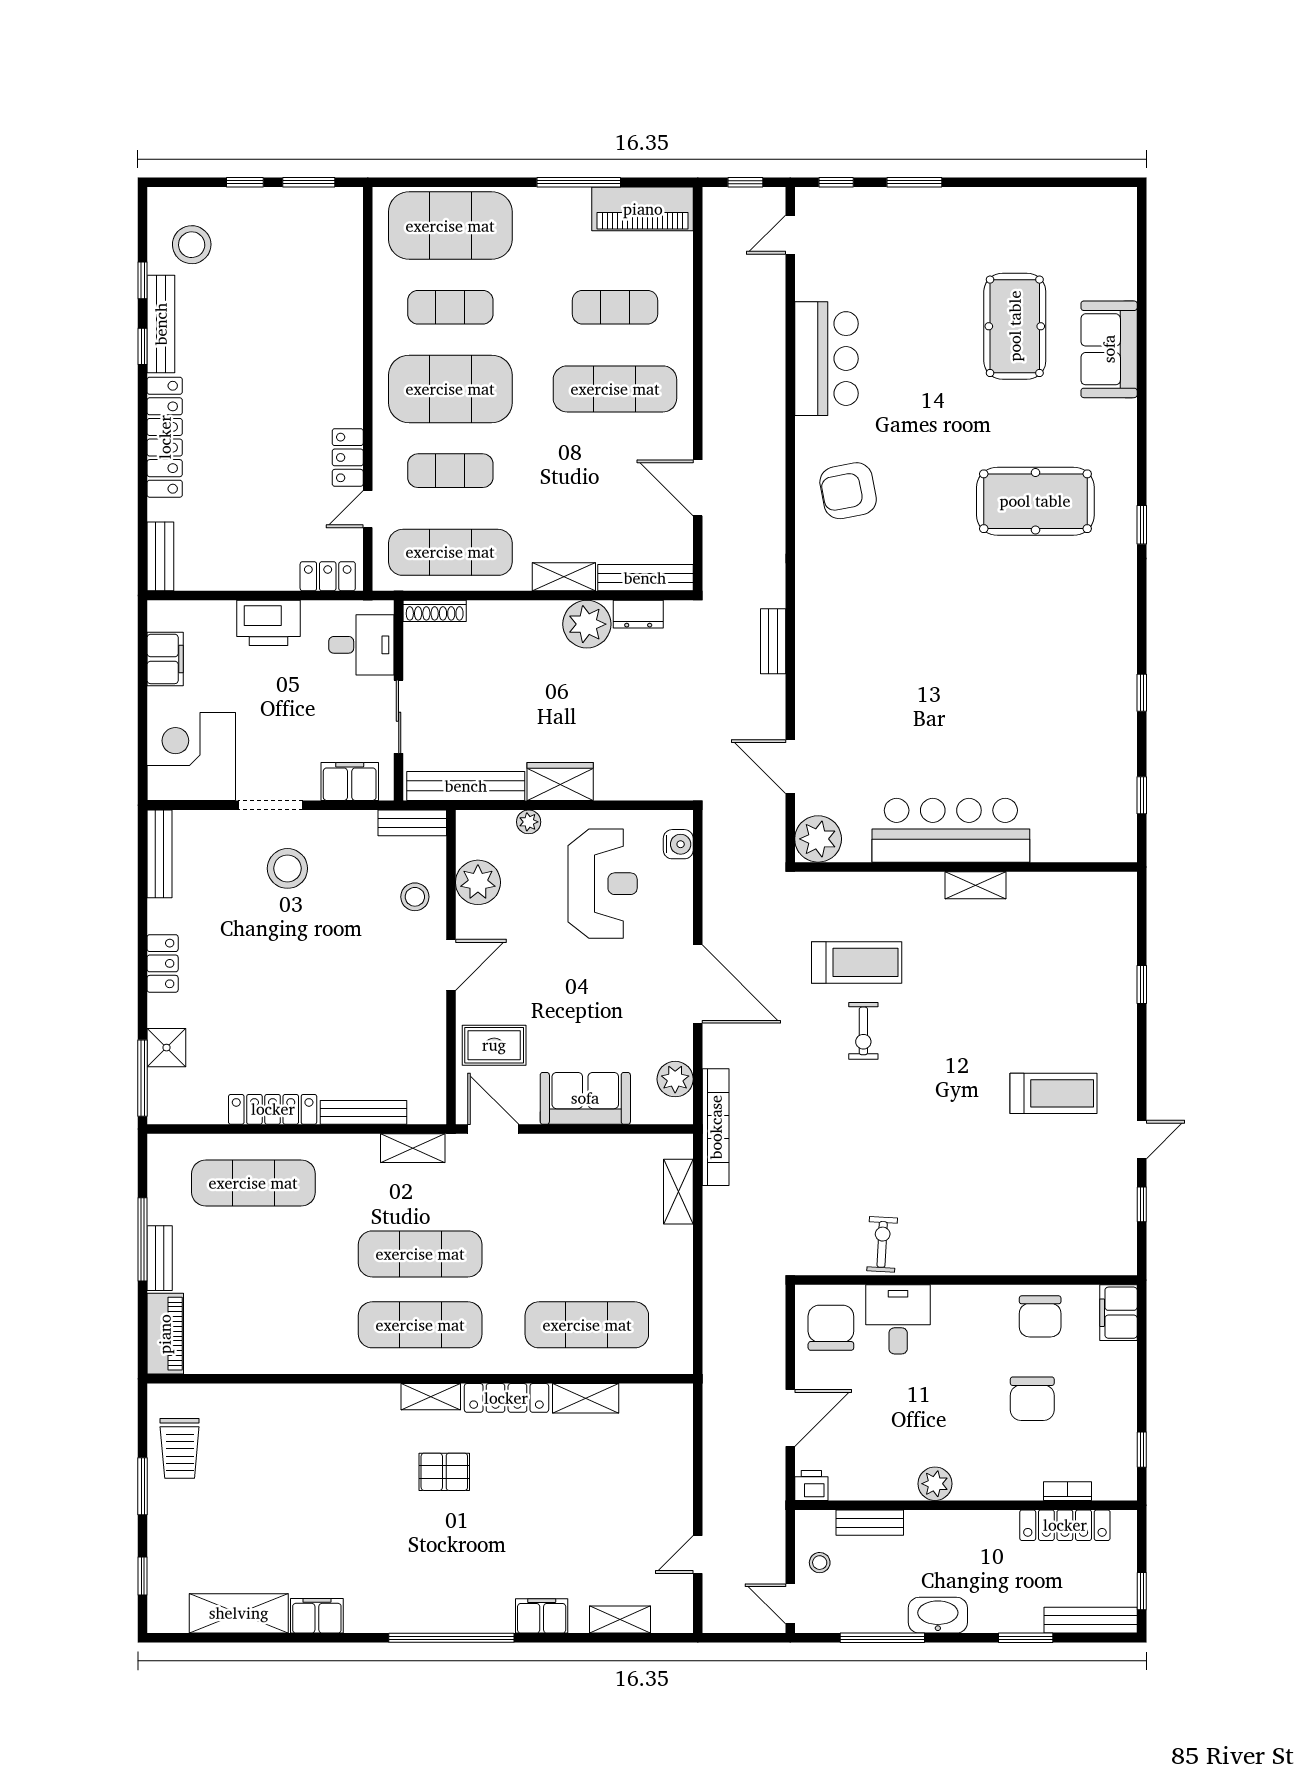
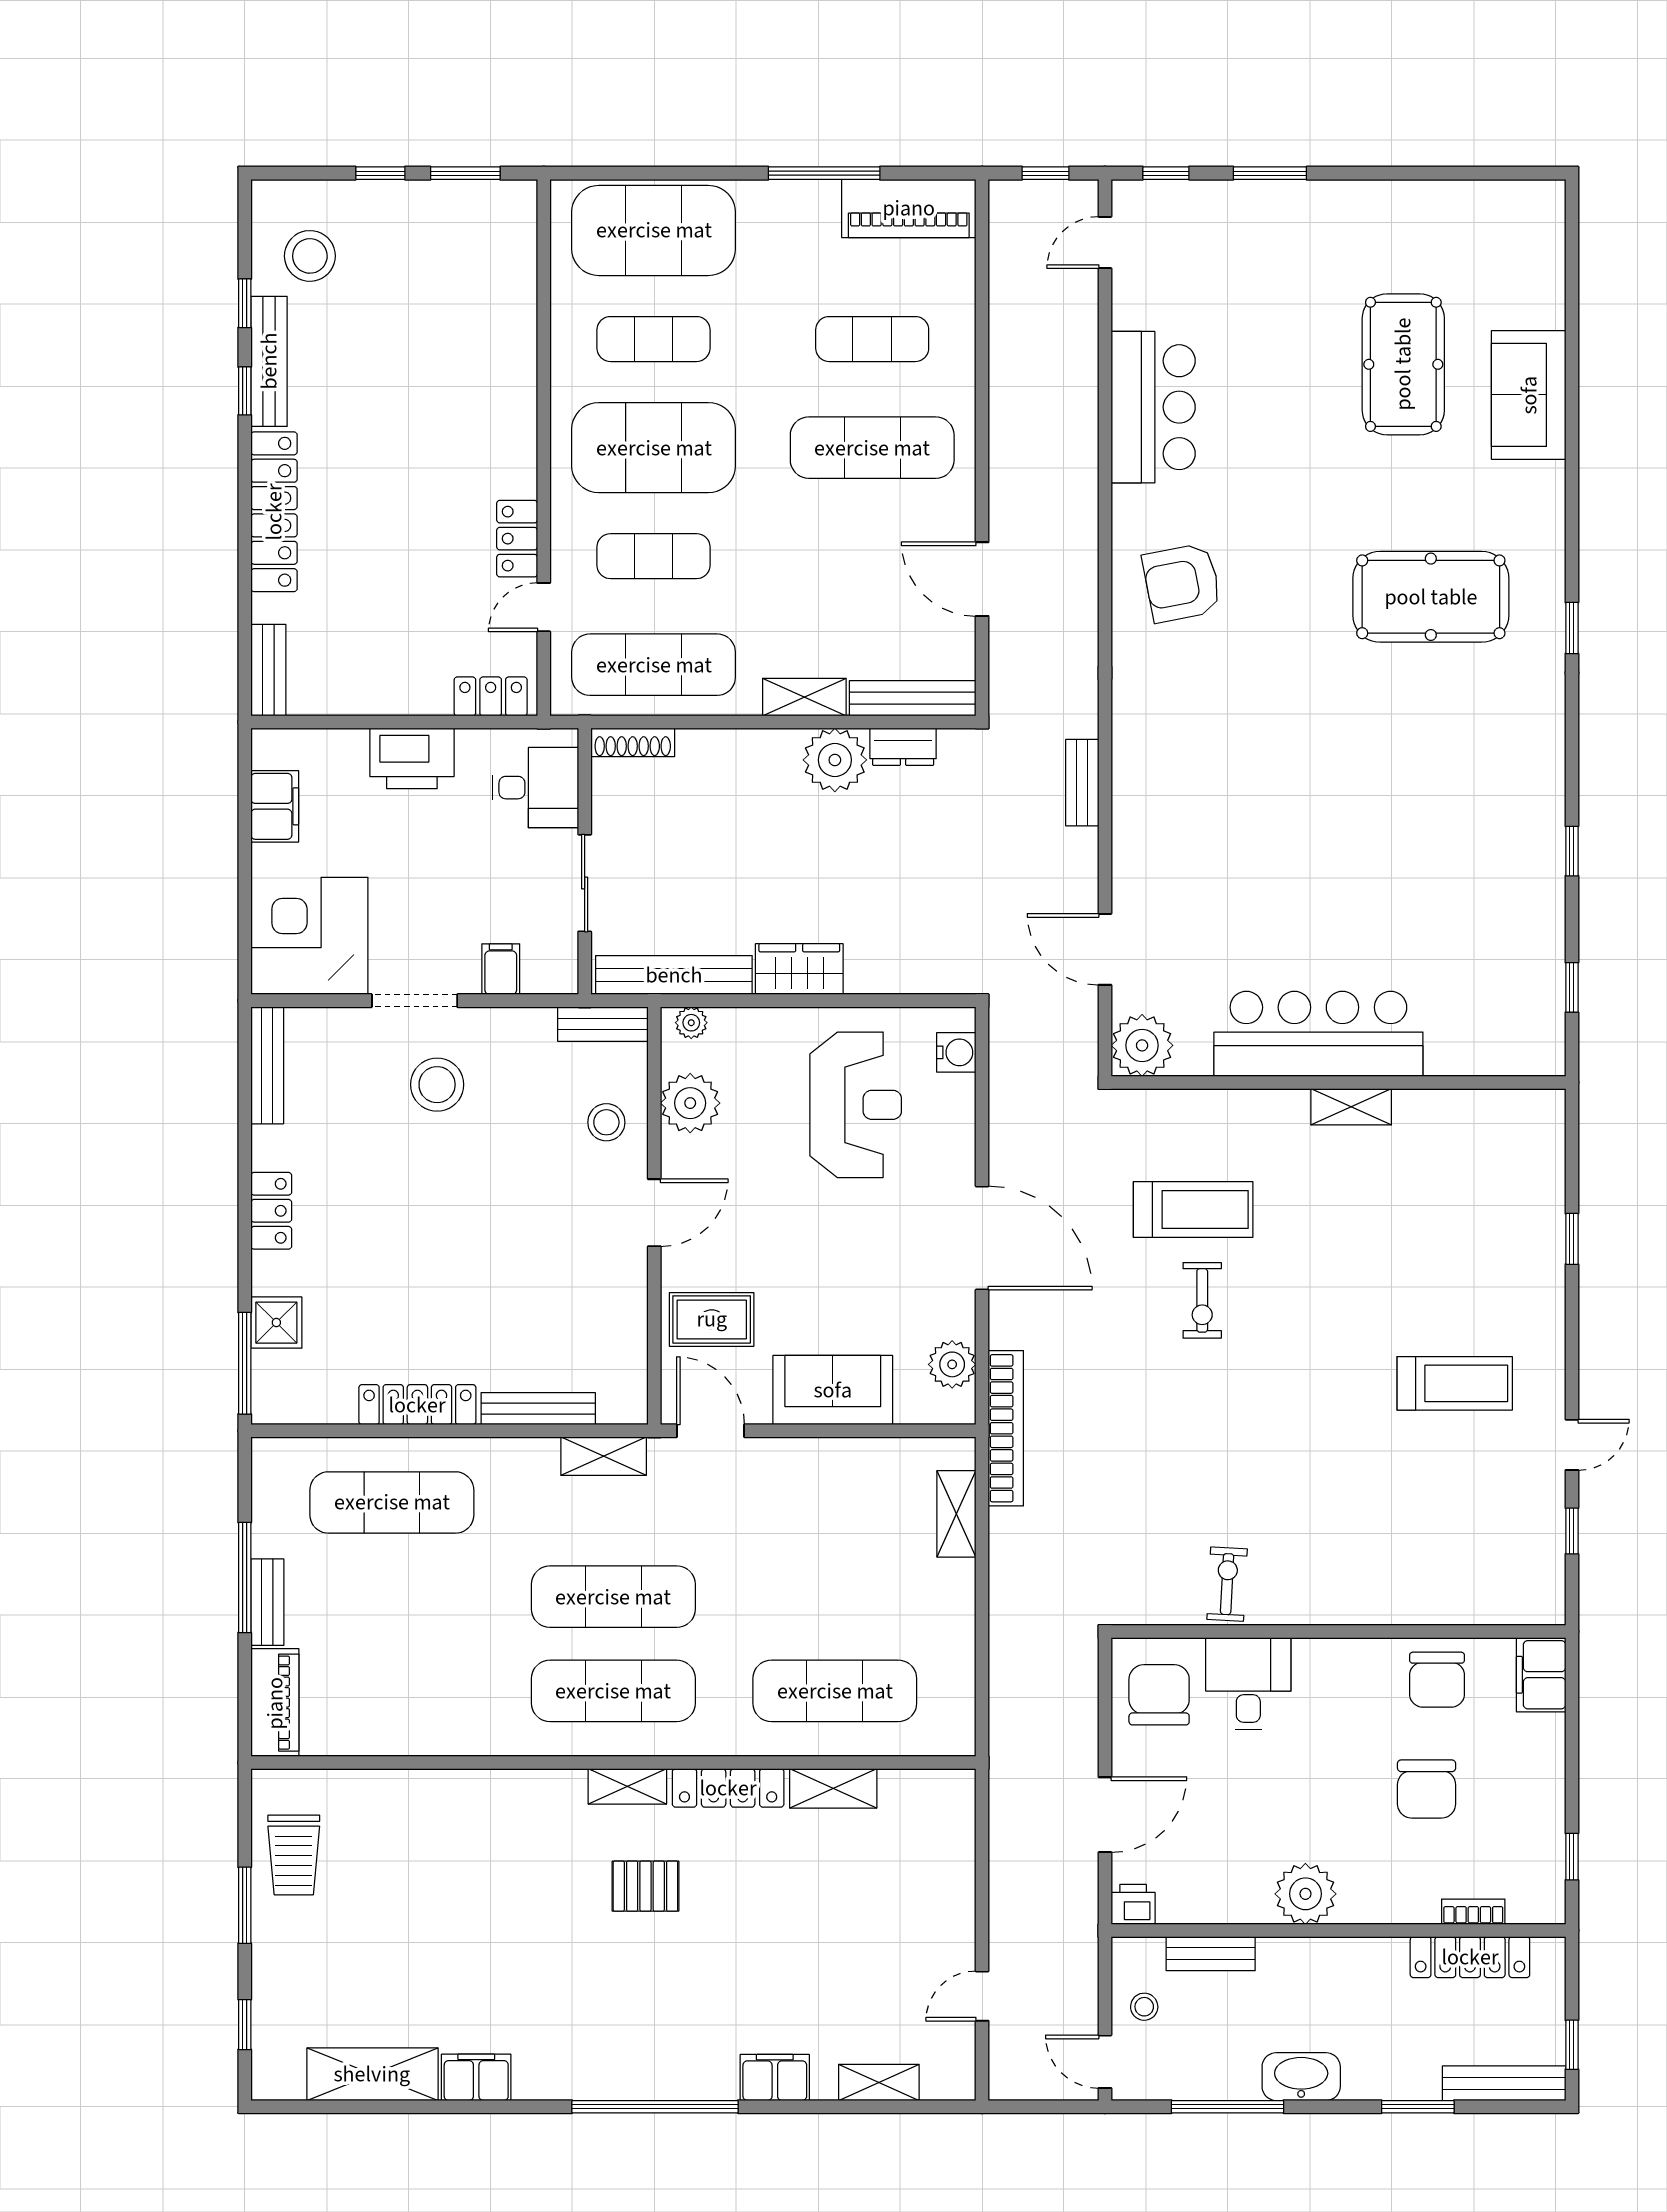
filing cabinet: (350, 782) -> (501, 969), width x0.50
plant: (529, 822) -> (691, 1023), moved
plant: (935, 1484) -> (1305, 1894), width x1.36, depth x1.36

